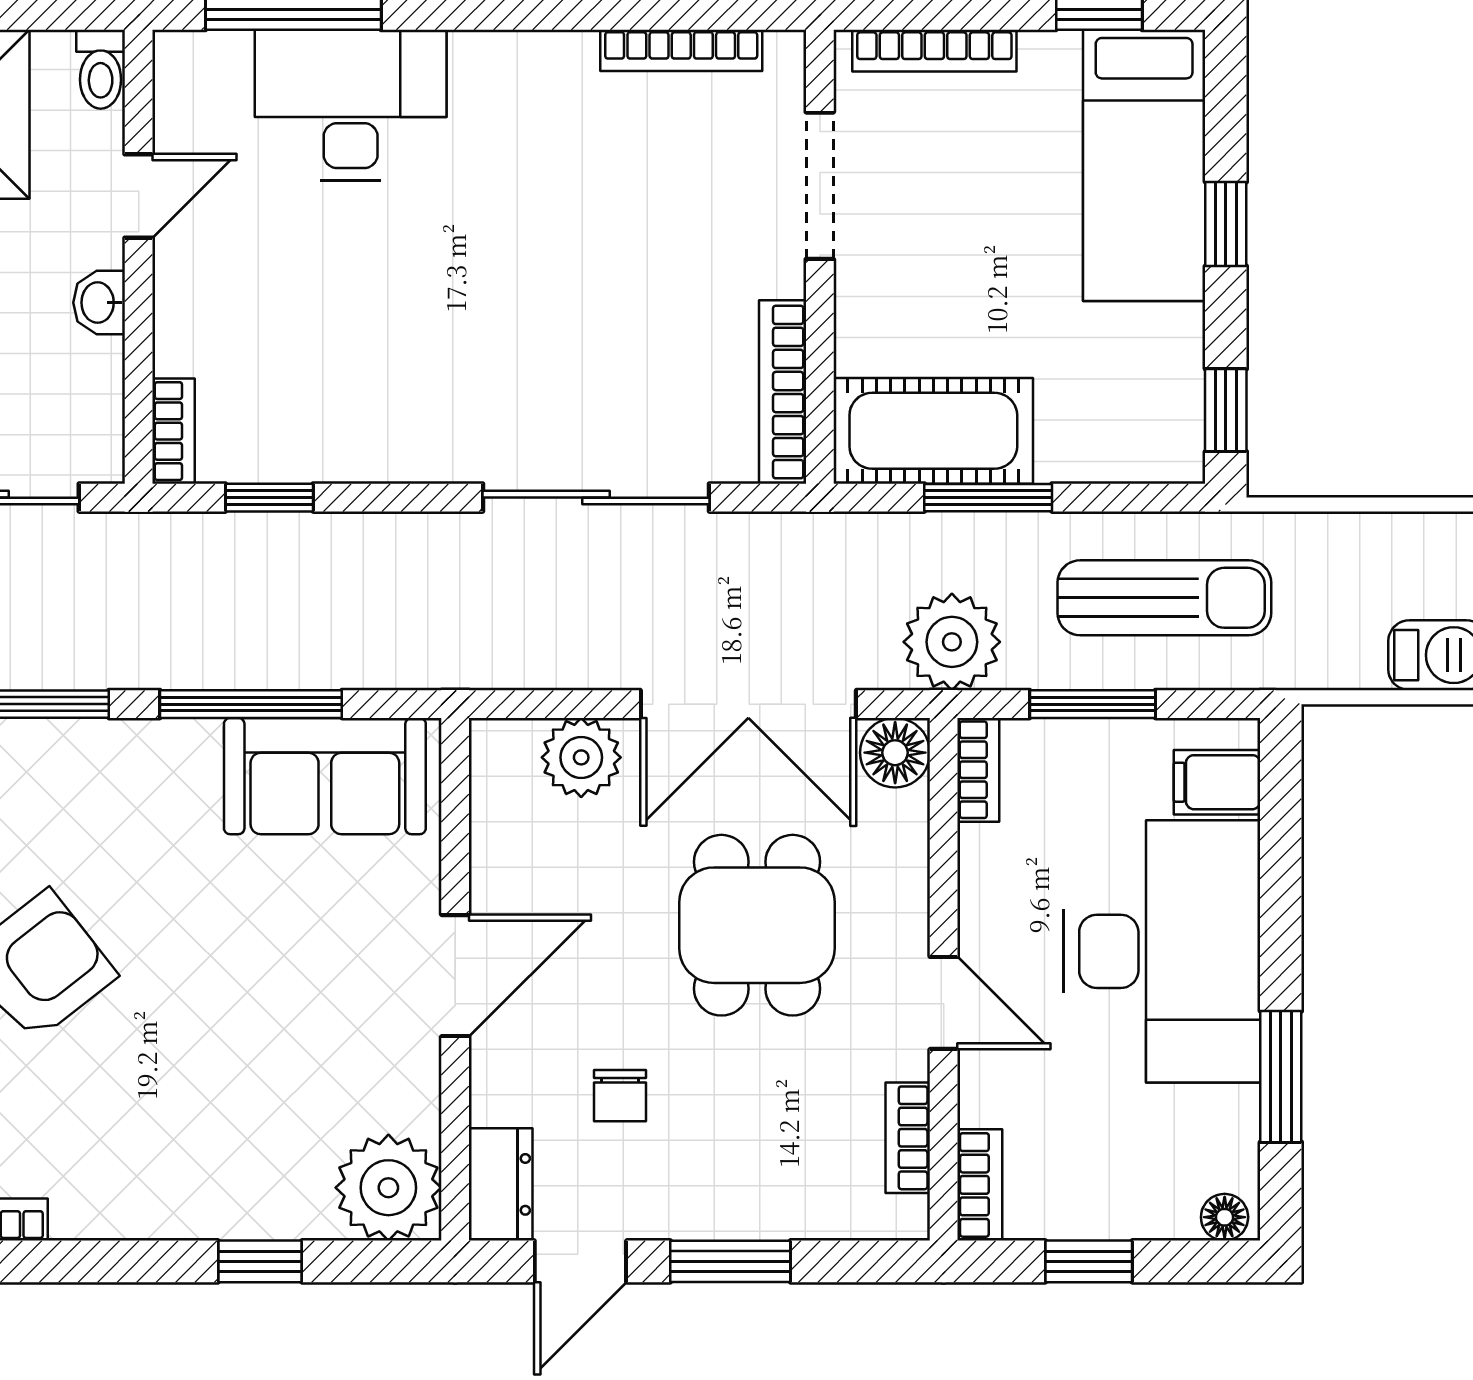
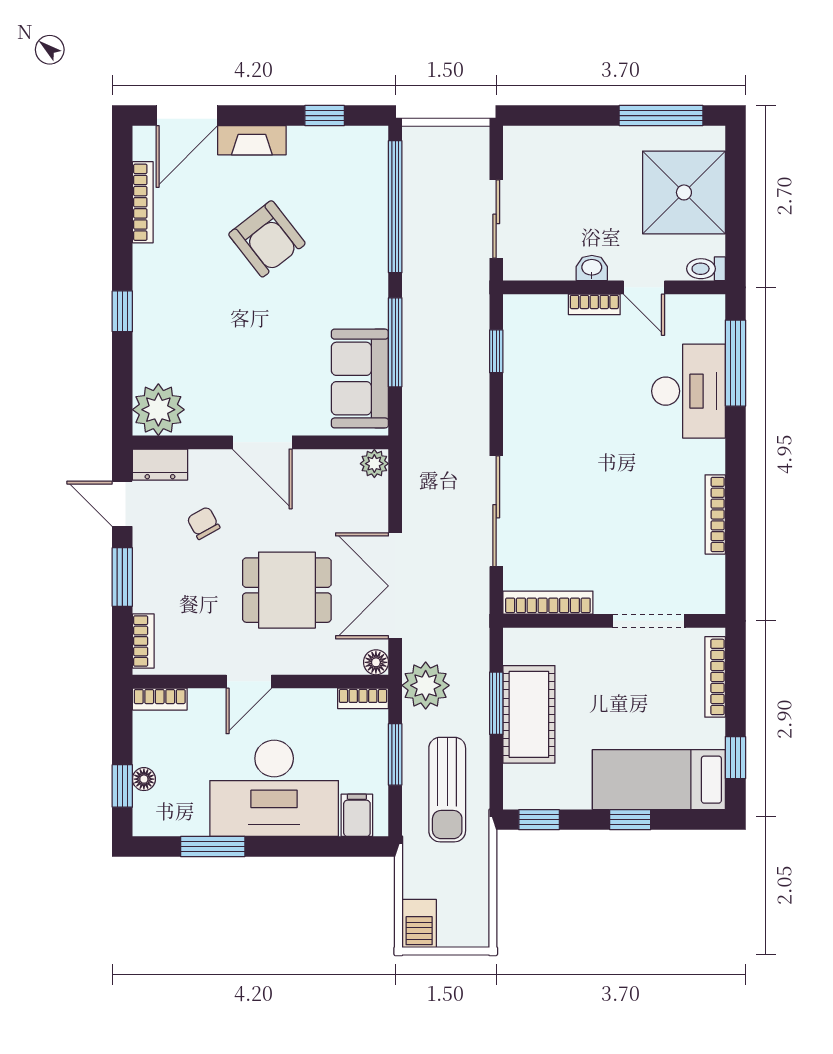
bookcase: (681, 50) -> (715, 514), moved
bookcase: (173, 431) -> (594, 304), moved
cot: (933, 431) -> (529, 714), moved
floor lamp: (895, 753) -> (376, 662), width x0.73, depth x0.73
plant: (581, 757) -> (374, 464), moved, width x0.73, depth x0.73
chair: (620, 1096) -> (203, 523), turned 61
bookcase: (908, 1138) -> (143, 641), moved, turned 90
floor lamp: (1225, 1217) -> (144, 779), moved
window: (260, 1261) -> (122, 311), moved
window: (1089, 1261) -> (122, 786), moved

